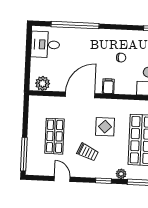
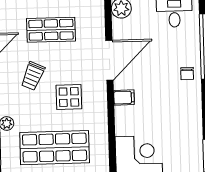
chair: (121, 58) -> (187, 73), moved
door: (80, 95) -> (109, 60), hinge flipped

